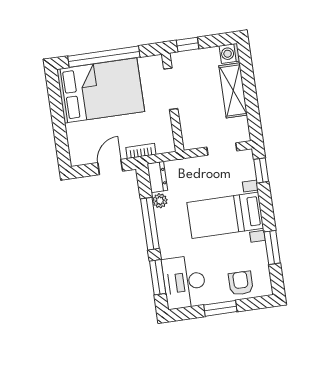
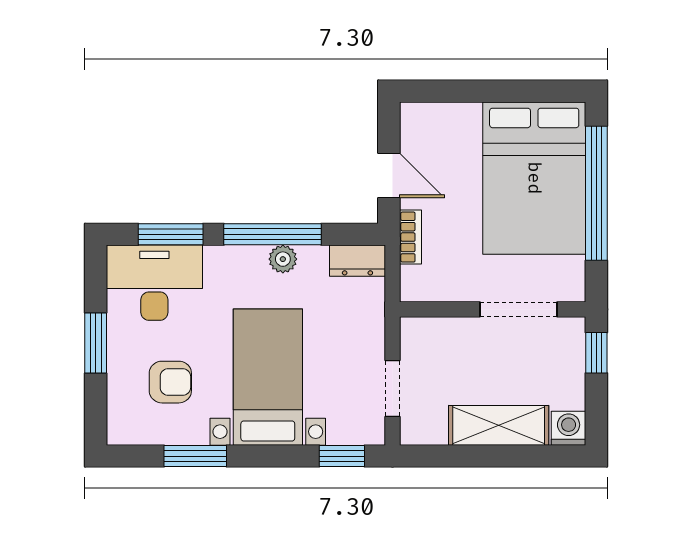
plant: (160, 201) -> (283, 259), moved
armchair: (241, 283) -> (170, 382), moved

